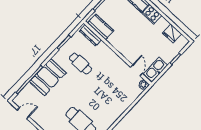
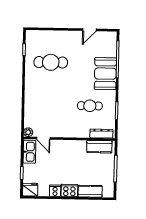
cooker: (162, 24) -> (55, 191), added
fridge: (172, 33) -> (30, 190), moved
door: (23, 113) -> (89, 30), moved

